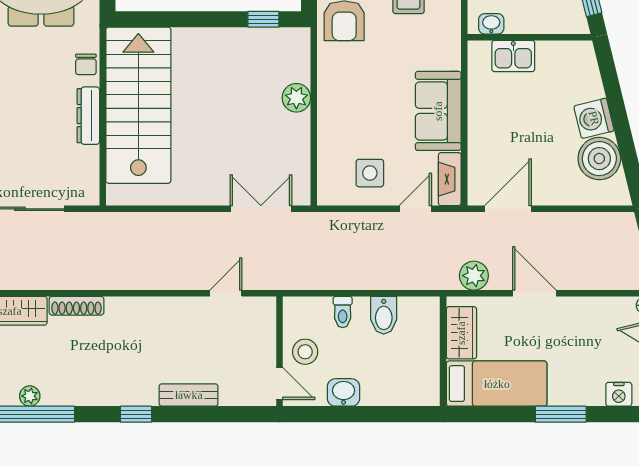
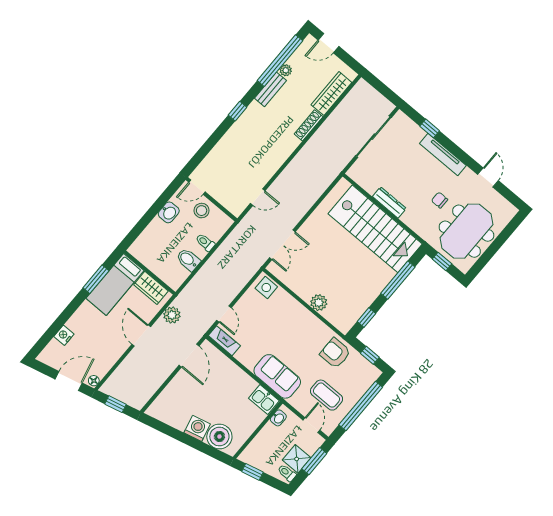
window: (180, 19) -> (398, 280), added
kitchen sink: (513, 56) -> (264, 399), moved, turned -90
chair: (86, 64) -> (440, 200), moved
sofa: (438, 111) -> (277, 376), moved
boiler: (599, 159) -> (219, 437), moved
side table: (370, 173) -> (266, 288), moved
door: (226, 293) -> (258, 197), hinge flipped
door: (534, 293) -> (141, 335), swing flipped
bench: (189, 395) -> (270, 89), moved
window: (561, 414) -> (96, 279), moved

